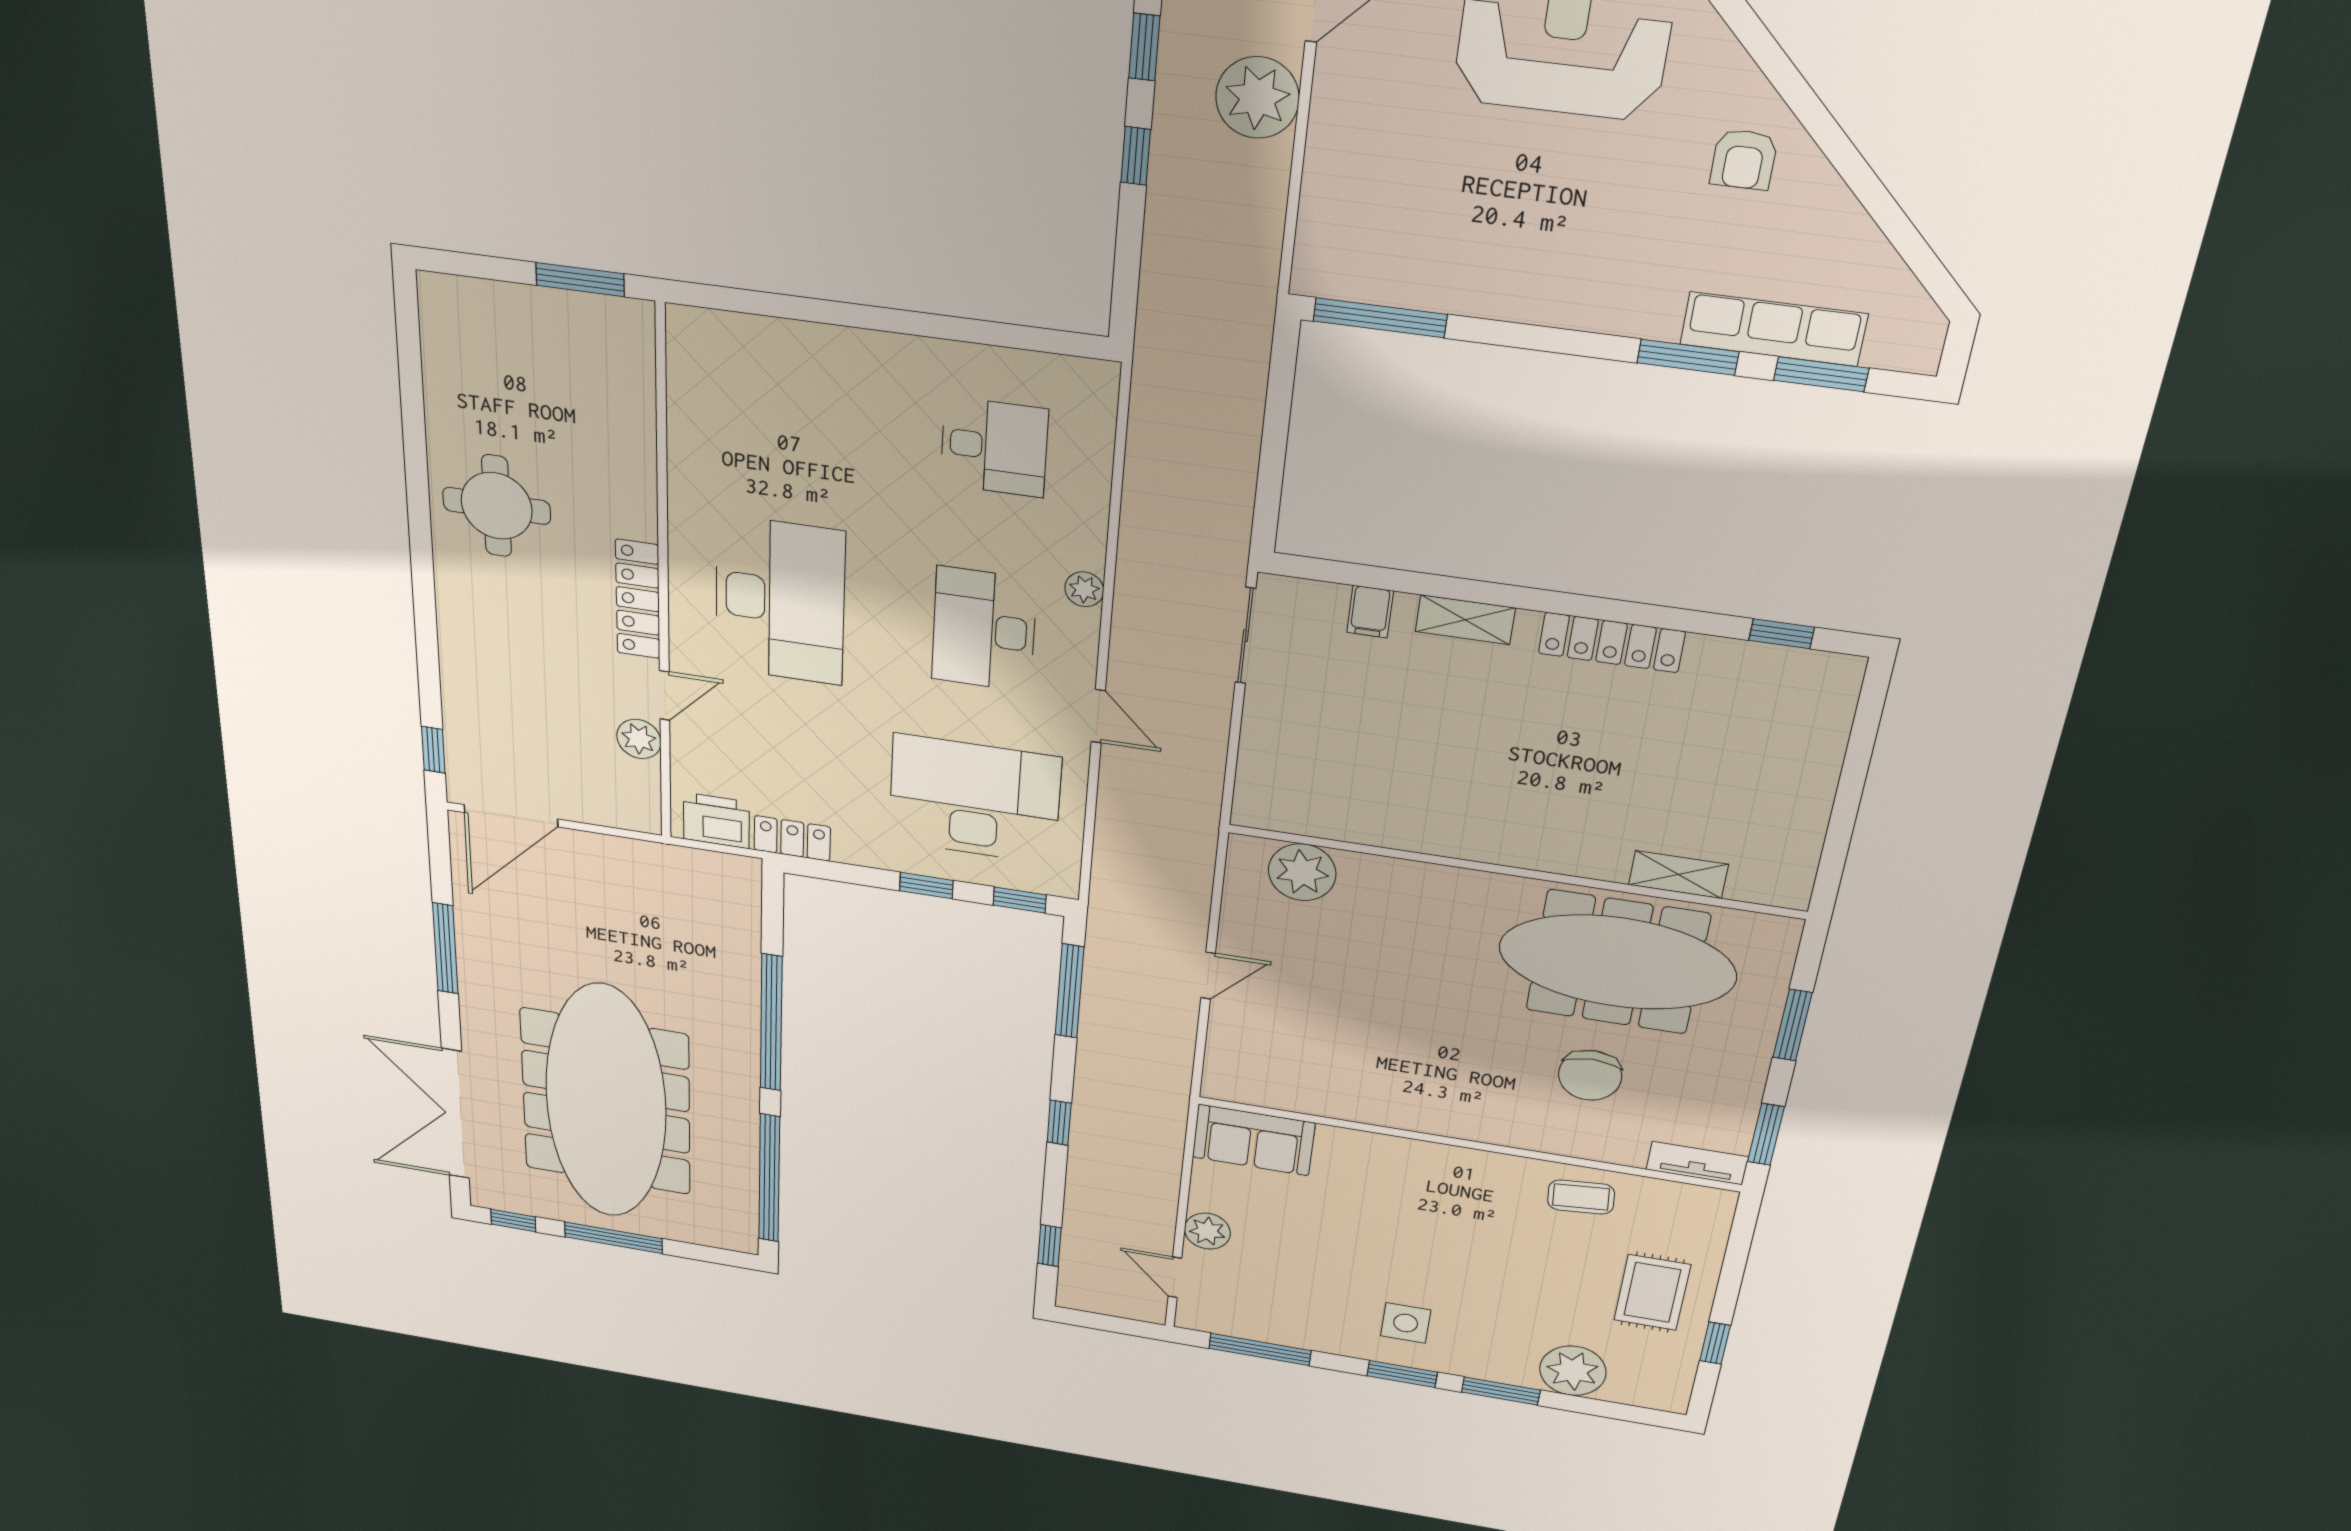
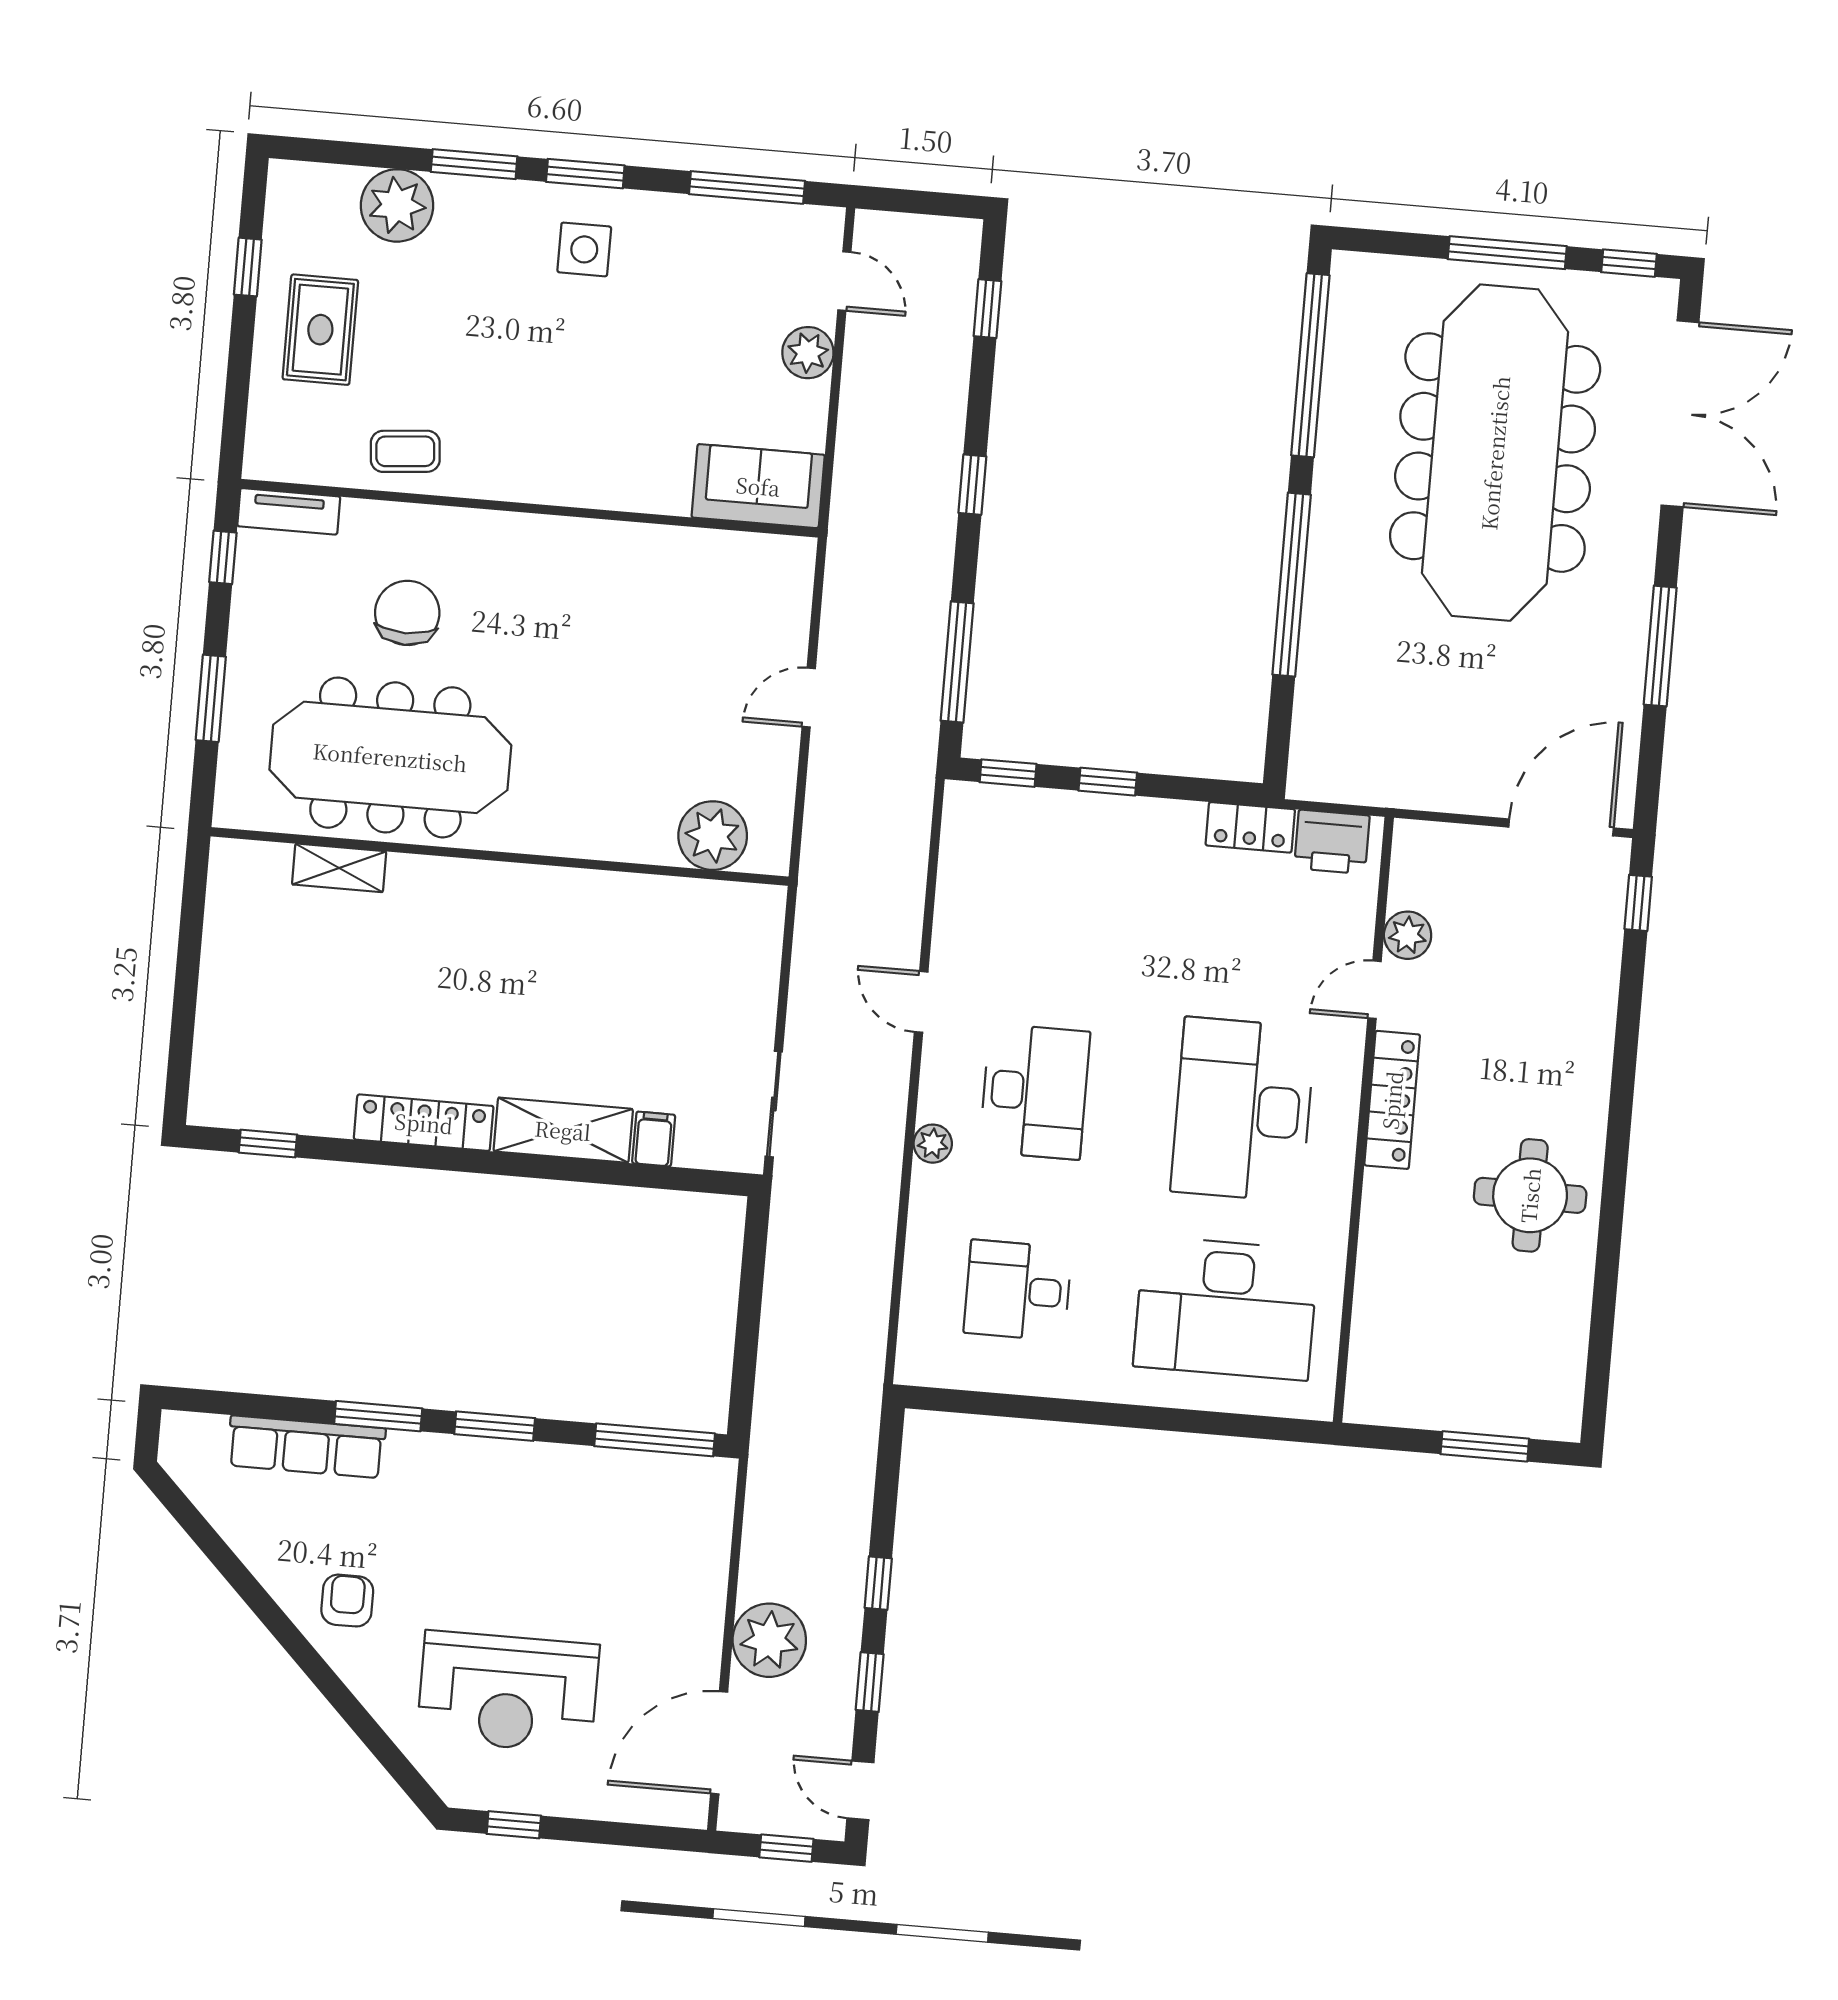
window: (580, 280) -> (1485, 1446), moved
window: (1821, 374) -> (495, 1426), moved
shelving: (1465, 620) -> (563, 1130), width x1.50, depth x1.33
desk: (975, 799) -> (1226, 1308), moved
window: (1766, 1134) -> (223, 557), width x0.67

